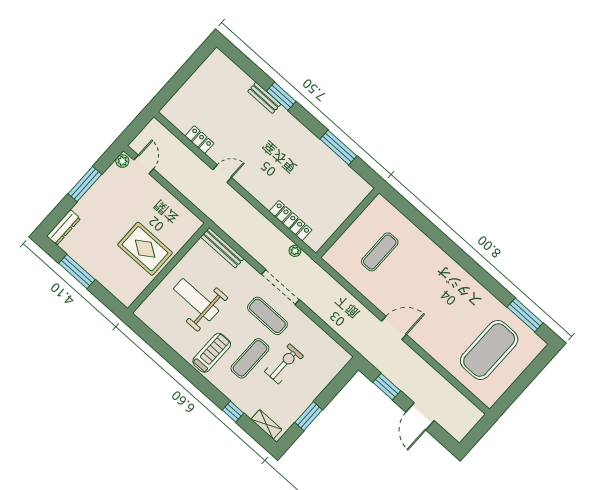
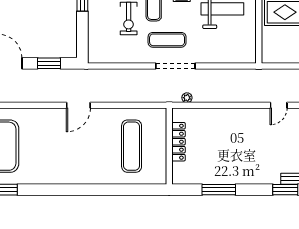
locker: (290, 221) -> (178, 142), moved, turned -90
bench: (222, 248) -> (236, 58), removed
exercise mat: (380, 252) -> (132, 146), width x1.36, depth x1.45

